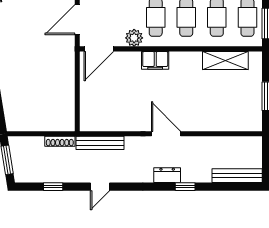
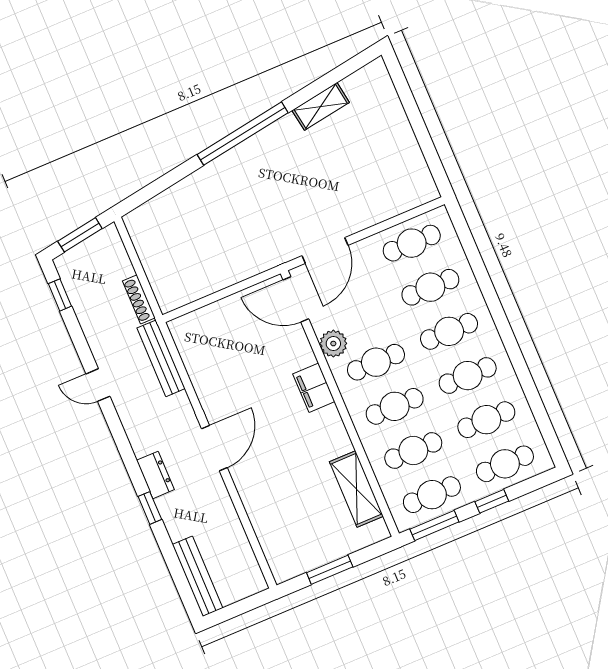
door: (77, 20) -> (325, 251), swing flipped
window: (53, 187) -> (60, 295), moved

